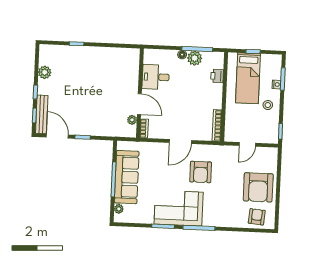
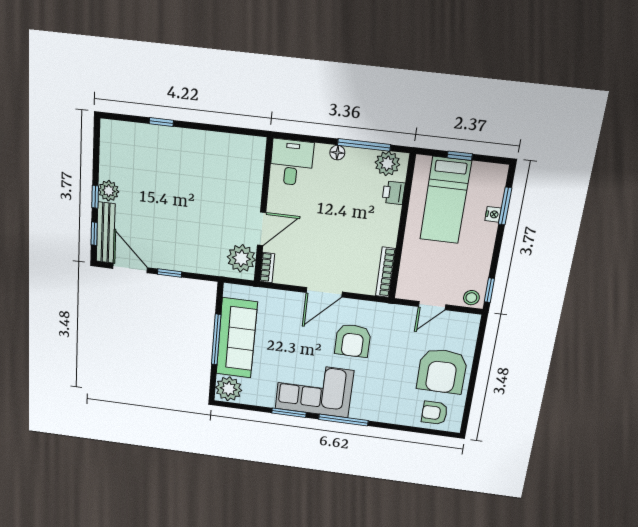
plant: (195, 58) -> (387, 163), moved
plant: (45, 72) -> (109, 191), moved
desk: (156, 77) -> (291, 162), moved, turned 90
door: (139, 104) -> (262, 229), hinge flipped
stool: (268, 105) -> (471, 298), moved
plant: (132, 120) -> (241, 258), width x1.87, depth x1.87
plant: (119, 209) -> (229, 389), width x1.88, depth x1.88
armchair: (257, 217) -> (434, 413), turned -95

